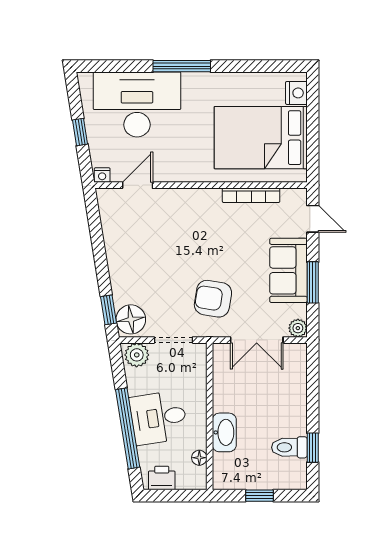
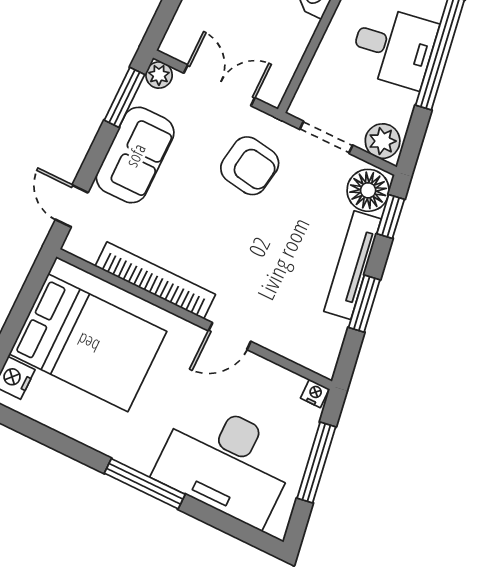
window: (80, 132) -> (316, 463), width x2.17
door: (138, 185) -> (230, 336), moved
bookcase: (251, 195) -> (155, 280), width x1.48, depth x1.31
window: (98, 247) -> (364, 304), added
tv unit: (118, 267) -> (353, 265), added
window: (313, 282) -> (124, 97), moved

